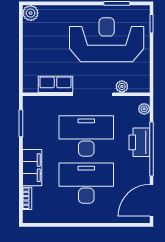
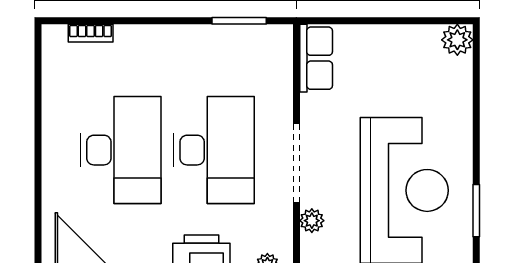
row of seats: (56, 84) -> (316, 58), moved
filing cabinet: (32, 168) -> (151, 43), removed

